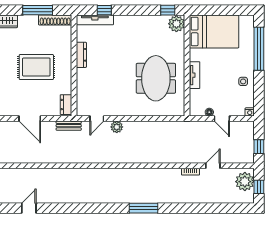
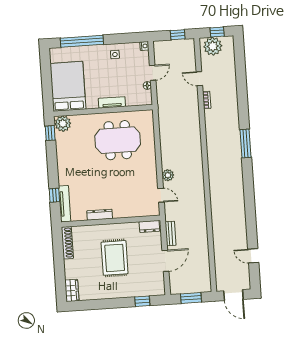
window: (38, 10) -> (59, 260), removed
bench: (69, 126) -> (171, 234), moved

